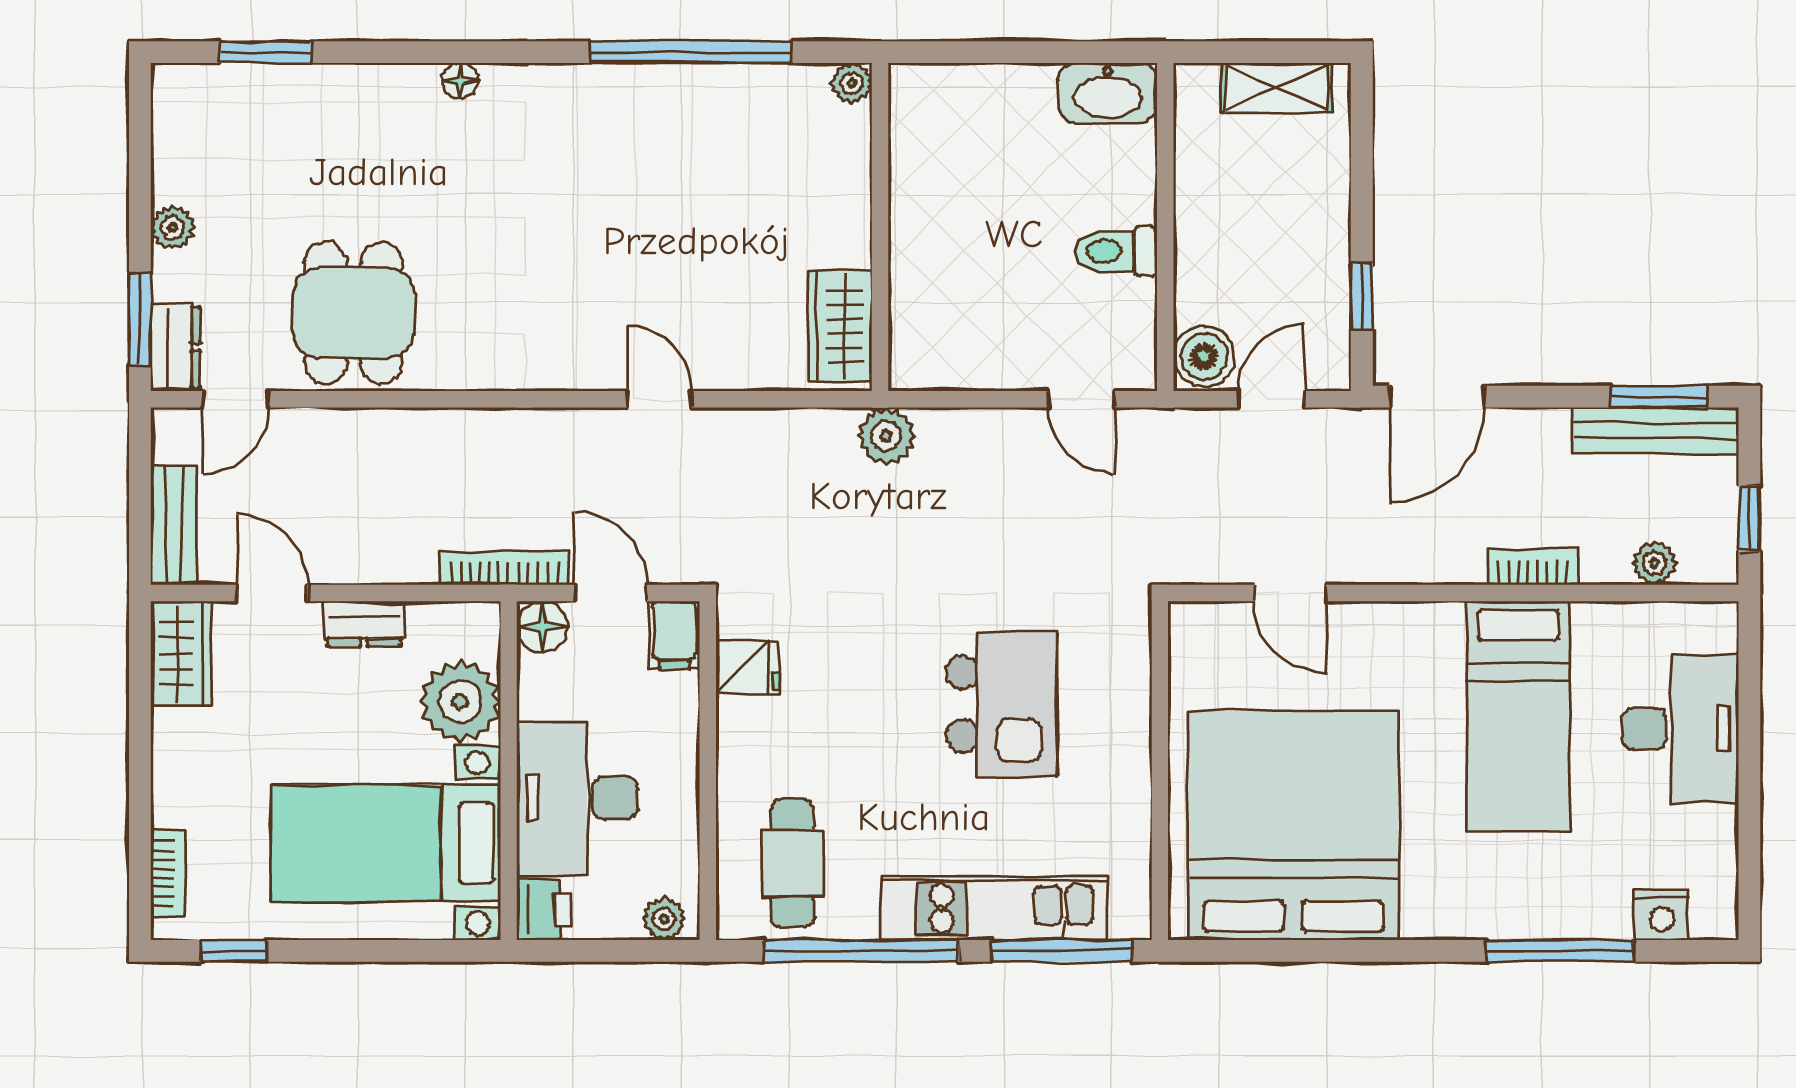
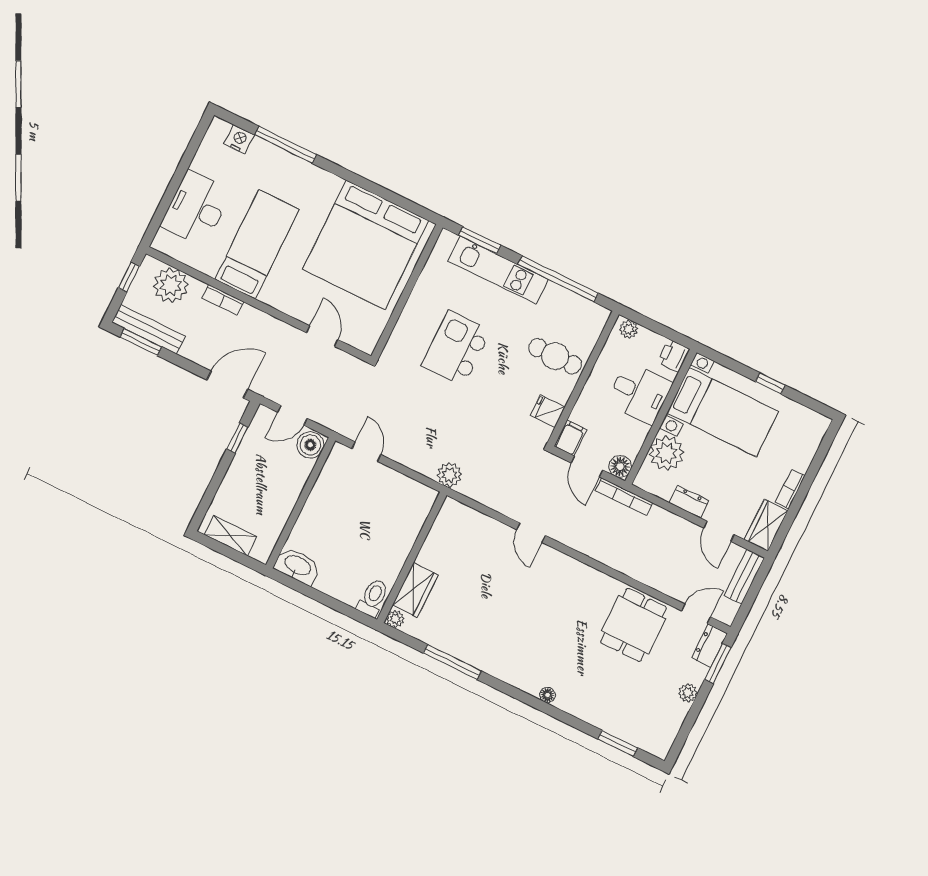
window: (690, 52) -> (452, 662), width x0.68
toilet: (1116, 251) -> (373, 598), moved, turned -90
wardrobe: (840, 326) -> (415, 590), moved
plant: (1655, 563) -> (171, 285), width x1.88, depth x1.88
desk: (577, 798) -> (639, 393), width x0.73
cafe table: (792, 863) -> (555, 356), moved, turned 90
bookcase: (168, 873) -> (790, 489), moved
window: (234, 951) -> (770, 383), moved
window: (1062, 951) -> (480, 240), width x0.69

